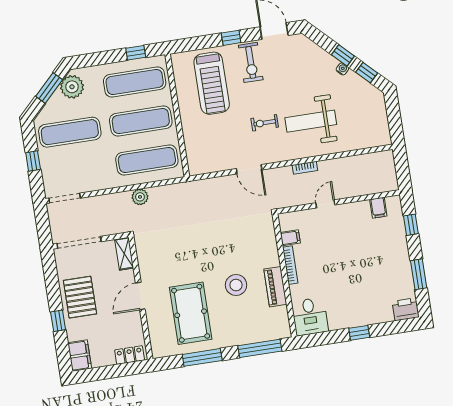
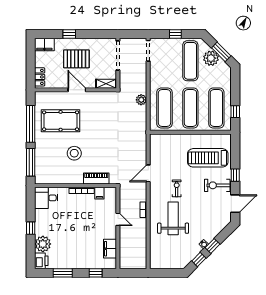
plant: (72, 87) -> (211, 58), moved
filing cabinet: (378, 208) -> (110, 249), width x2.00
piano: (275, 287) -> (96, 178), moved
pallet: (80, 297) -> (76, 59), moved
plant: (380, 311) -> (43, 244), added
window: (202, 357) -> (31, 124), width x1.46

